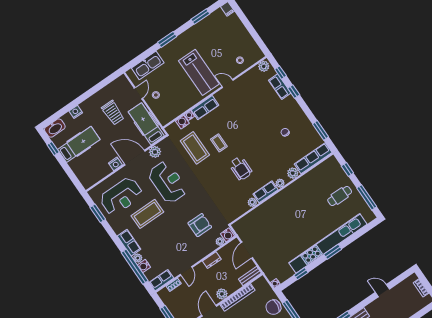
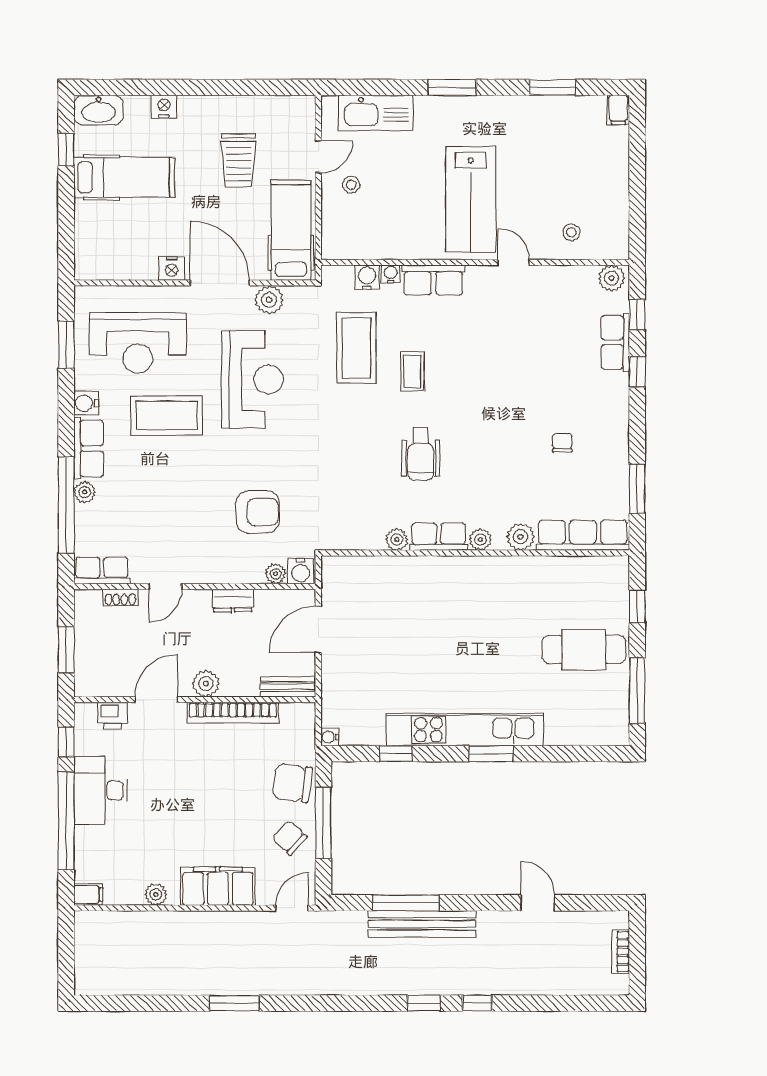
cafe table: (340, 196) -> (584, 649), width x1.37, depth x1.35
kitchen unit: (328, 243) -> (465, 730), width x0.73
water cooler: (144, 266) -> (86, 403), moved

